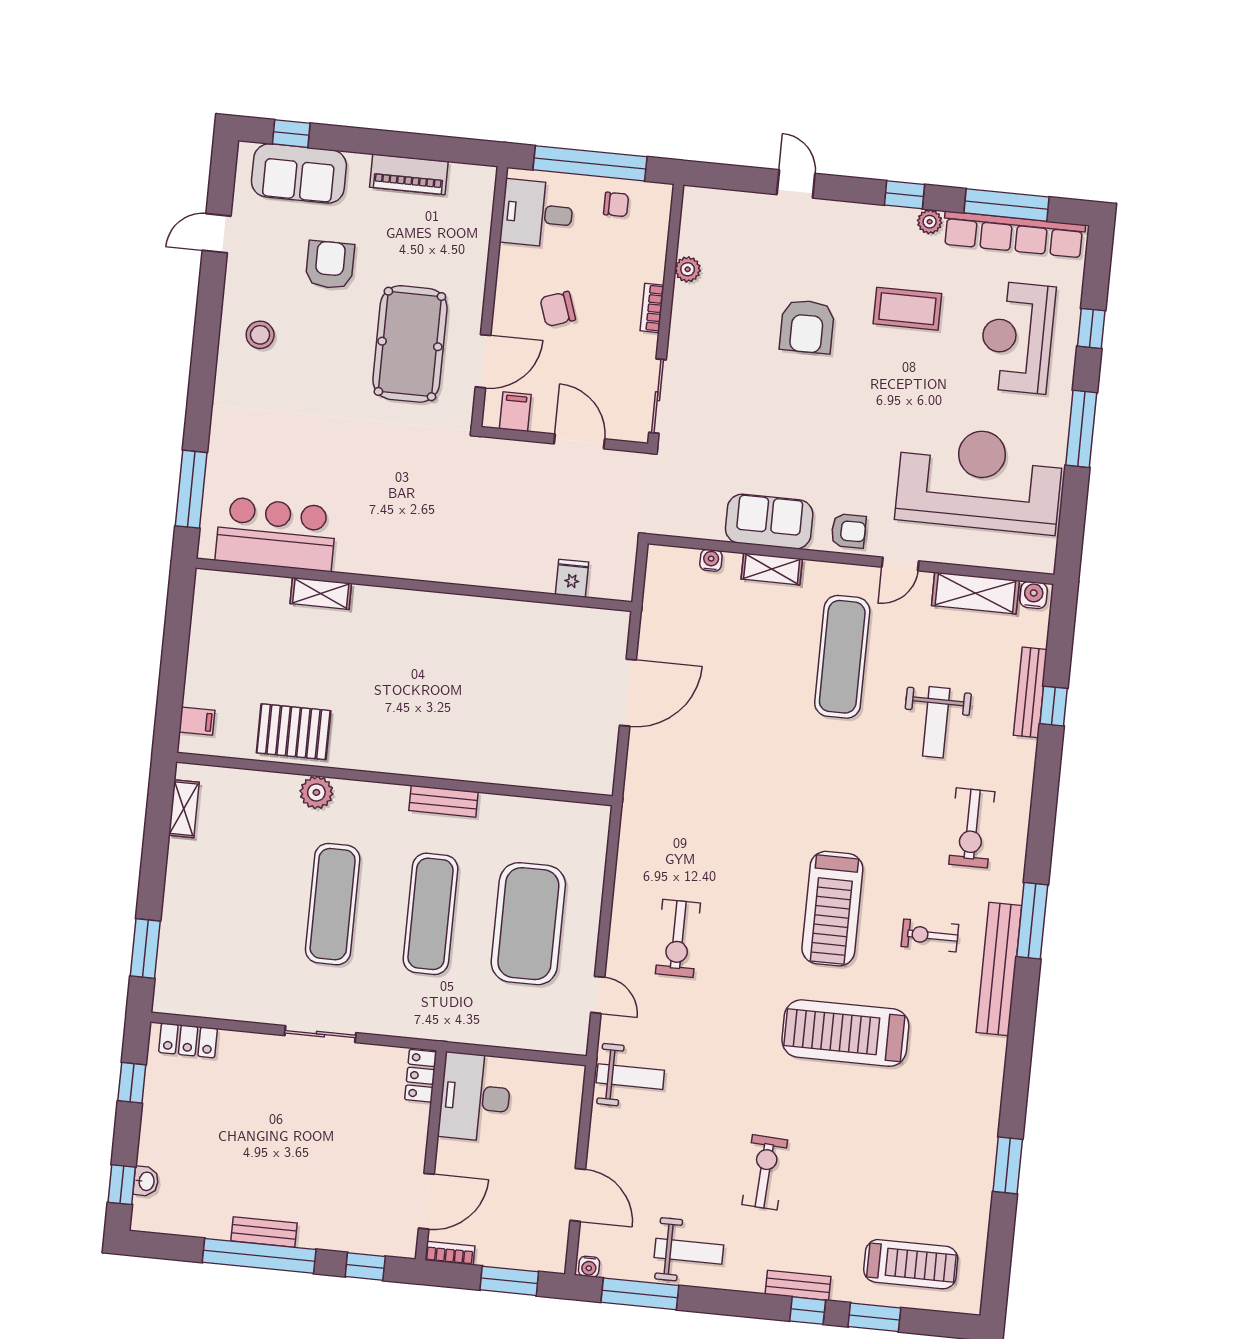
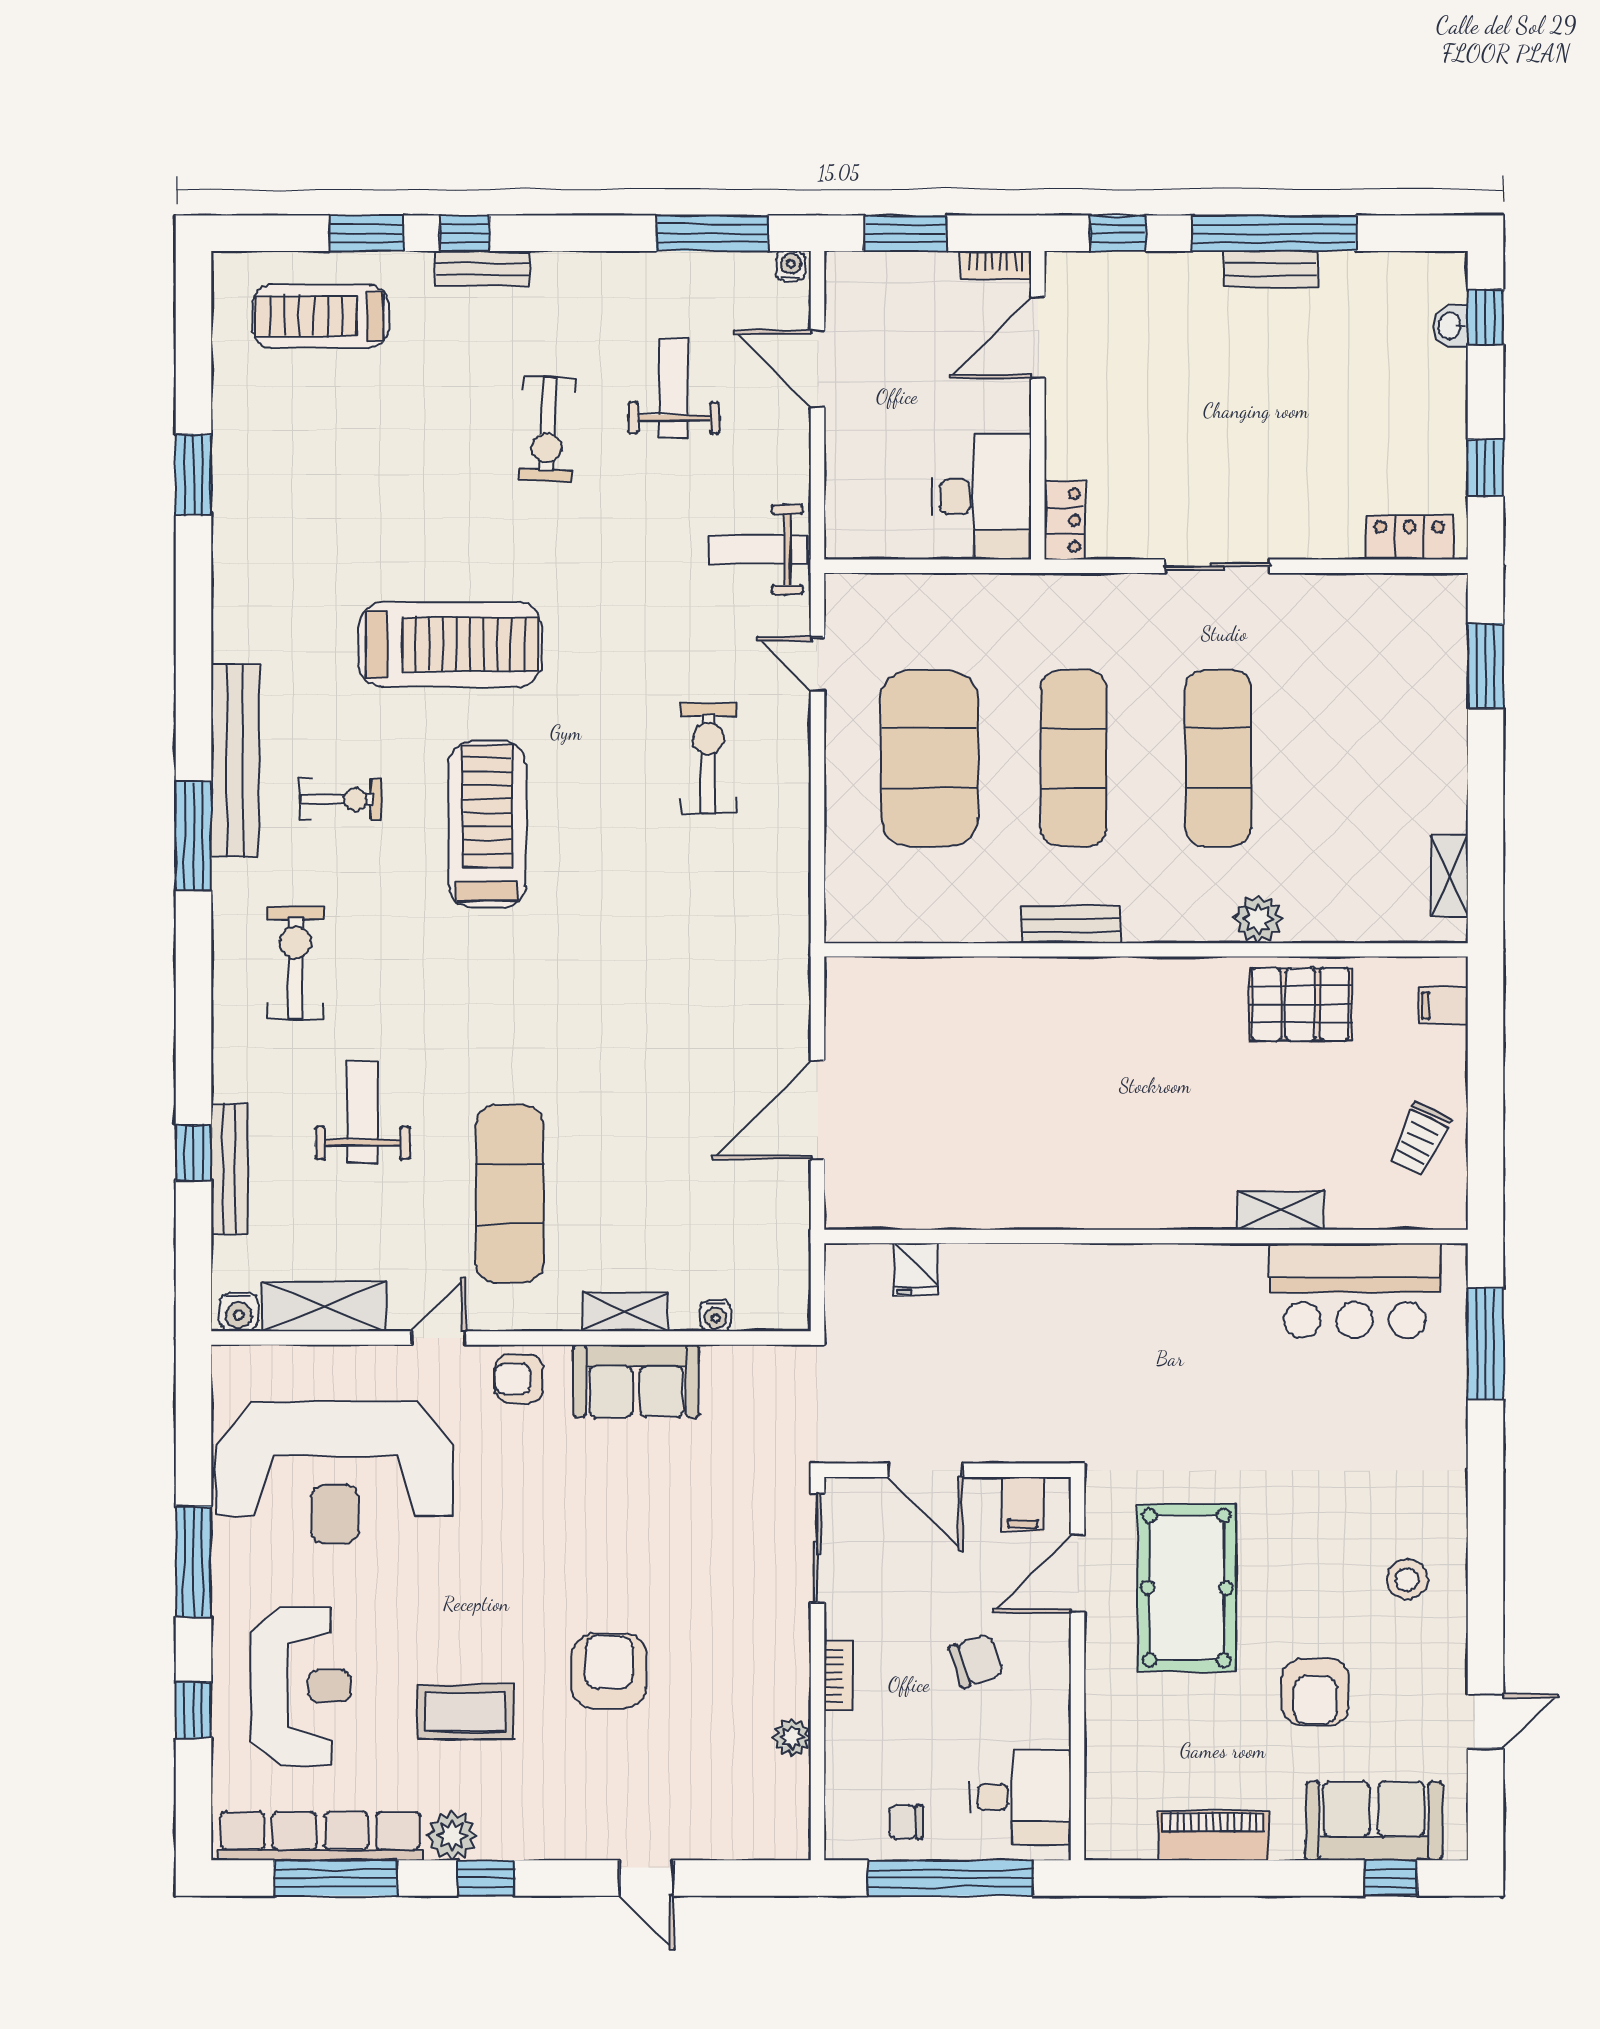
plant: (930, 222) -> (452, 1836), width x1.38, depth x1.38
trolley: (222, 632) -> (1419, 1139), added
weight bench: (689, 1251) -> (674, 388), moved, turned 90

